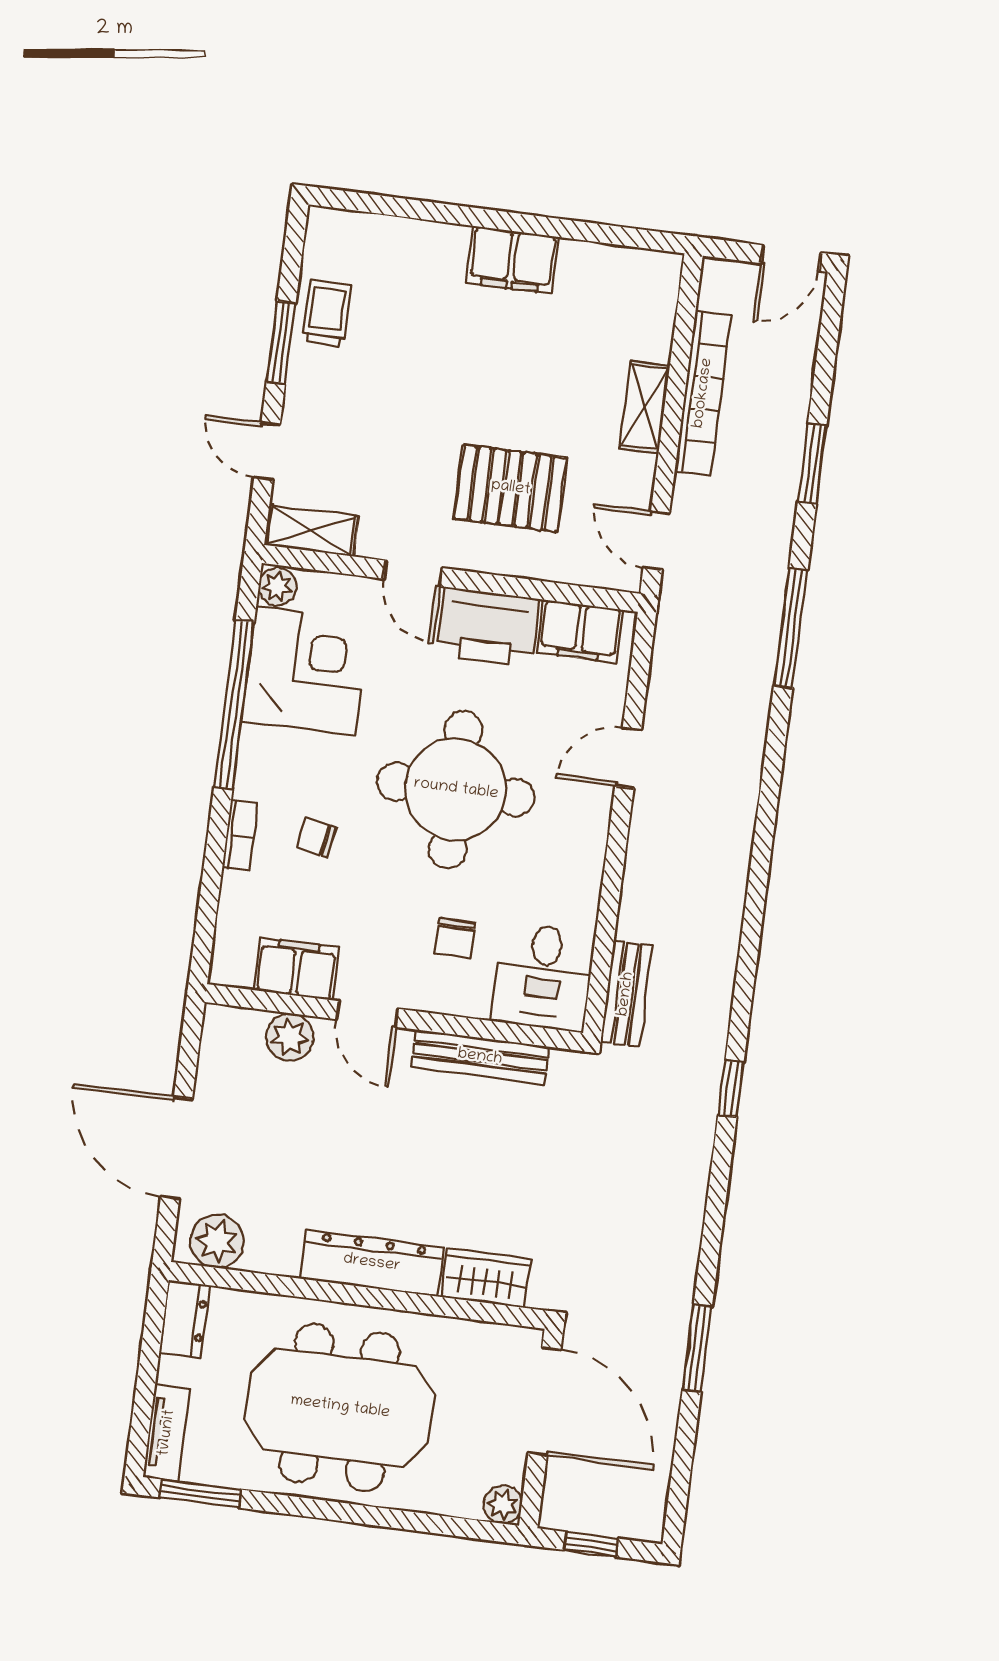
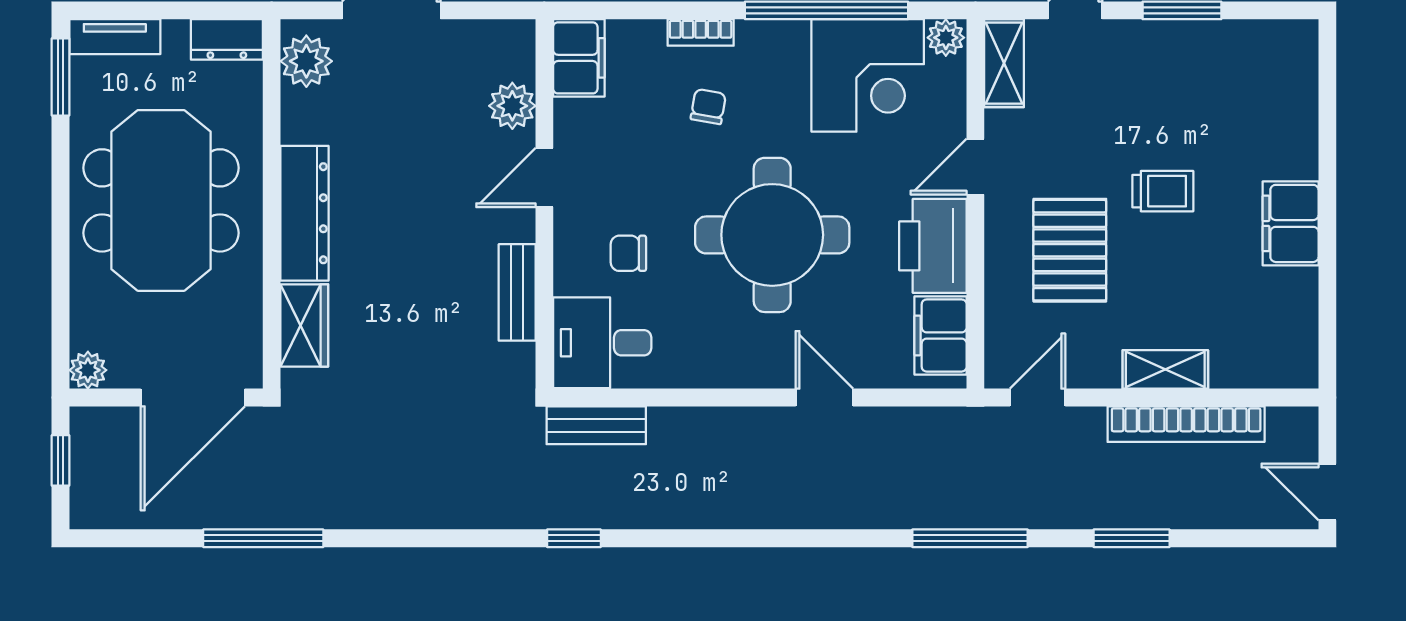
trolley: (327, 313) -> (1163, 191), moved
filing cabinet: (296, 969) -> (579, 58), moved
bench: (480, 1057) -> (517, 292), width x0.73
window: (731, 1089) -> (574, 538), moved
window: (697, 1348) -> (263, 538), width x1.44

